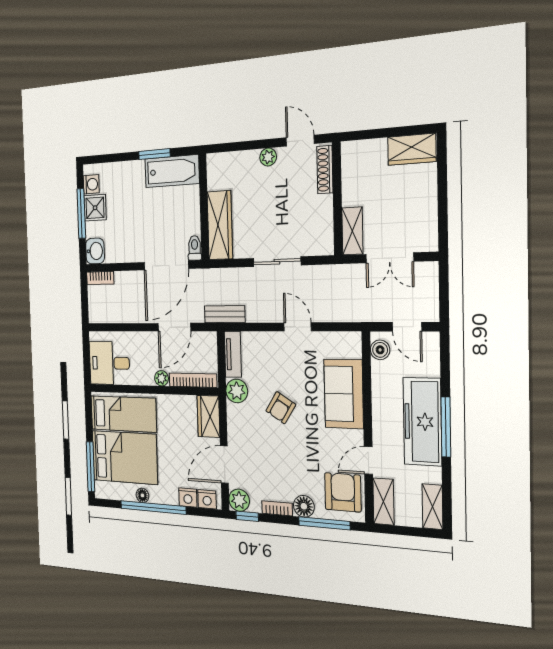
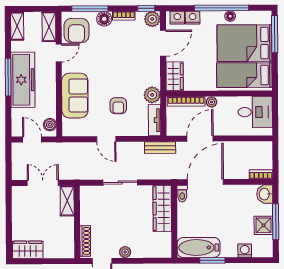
washing machine: (91, 184) -> (245, 251), moved, turned 90
armchair: (281, 408) -> (118, 106), moved, turned 148

